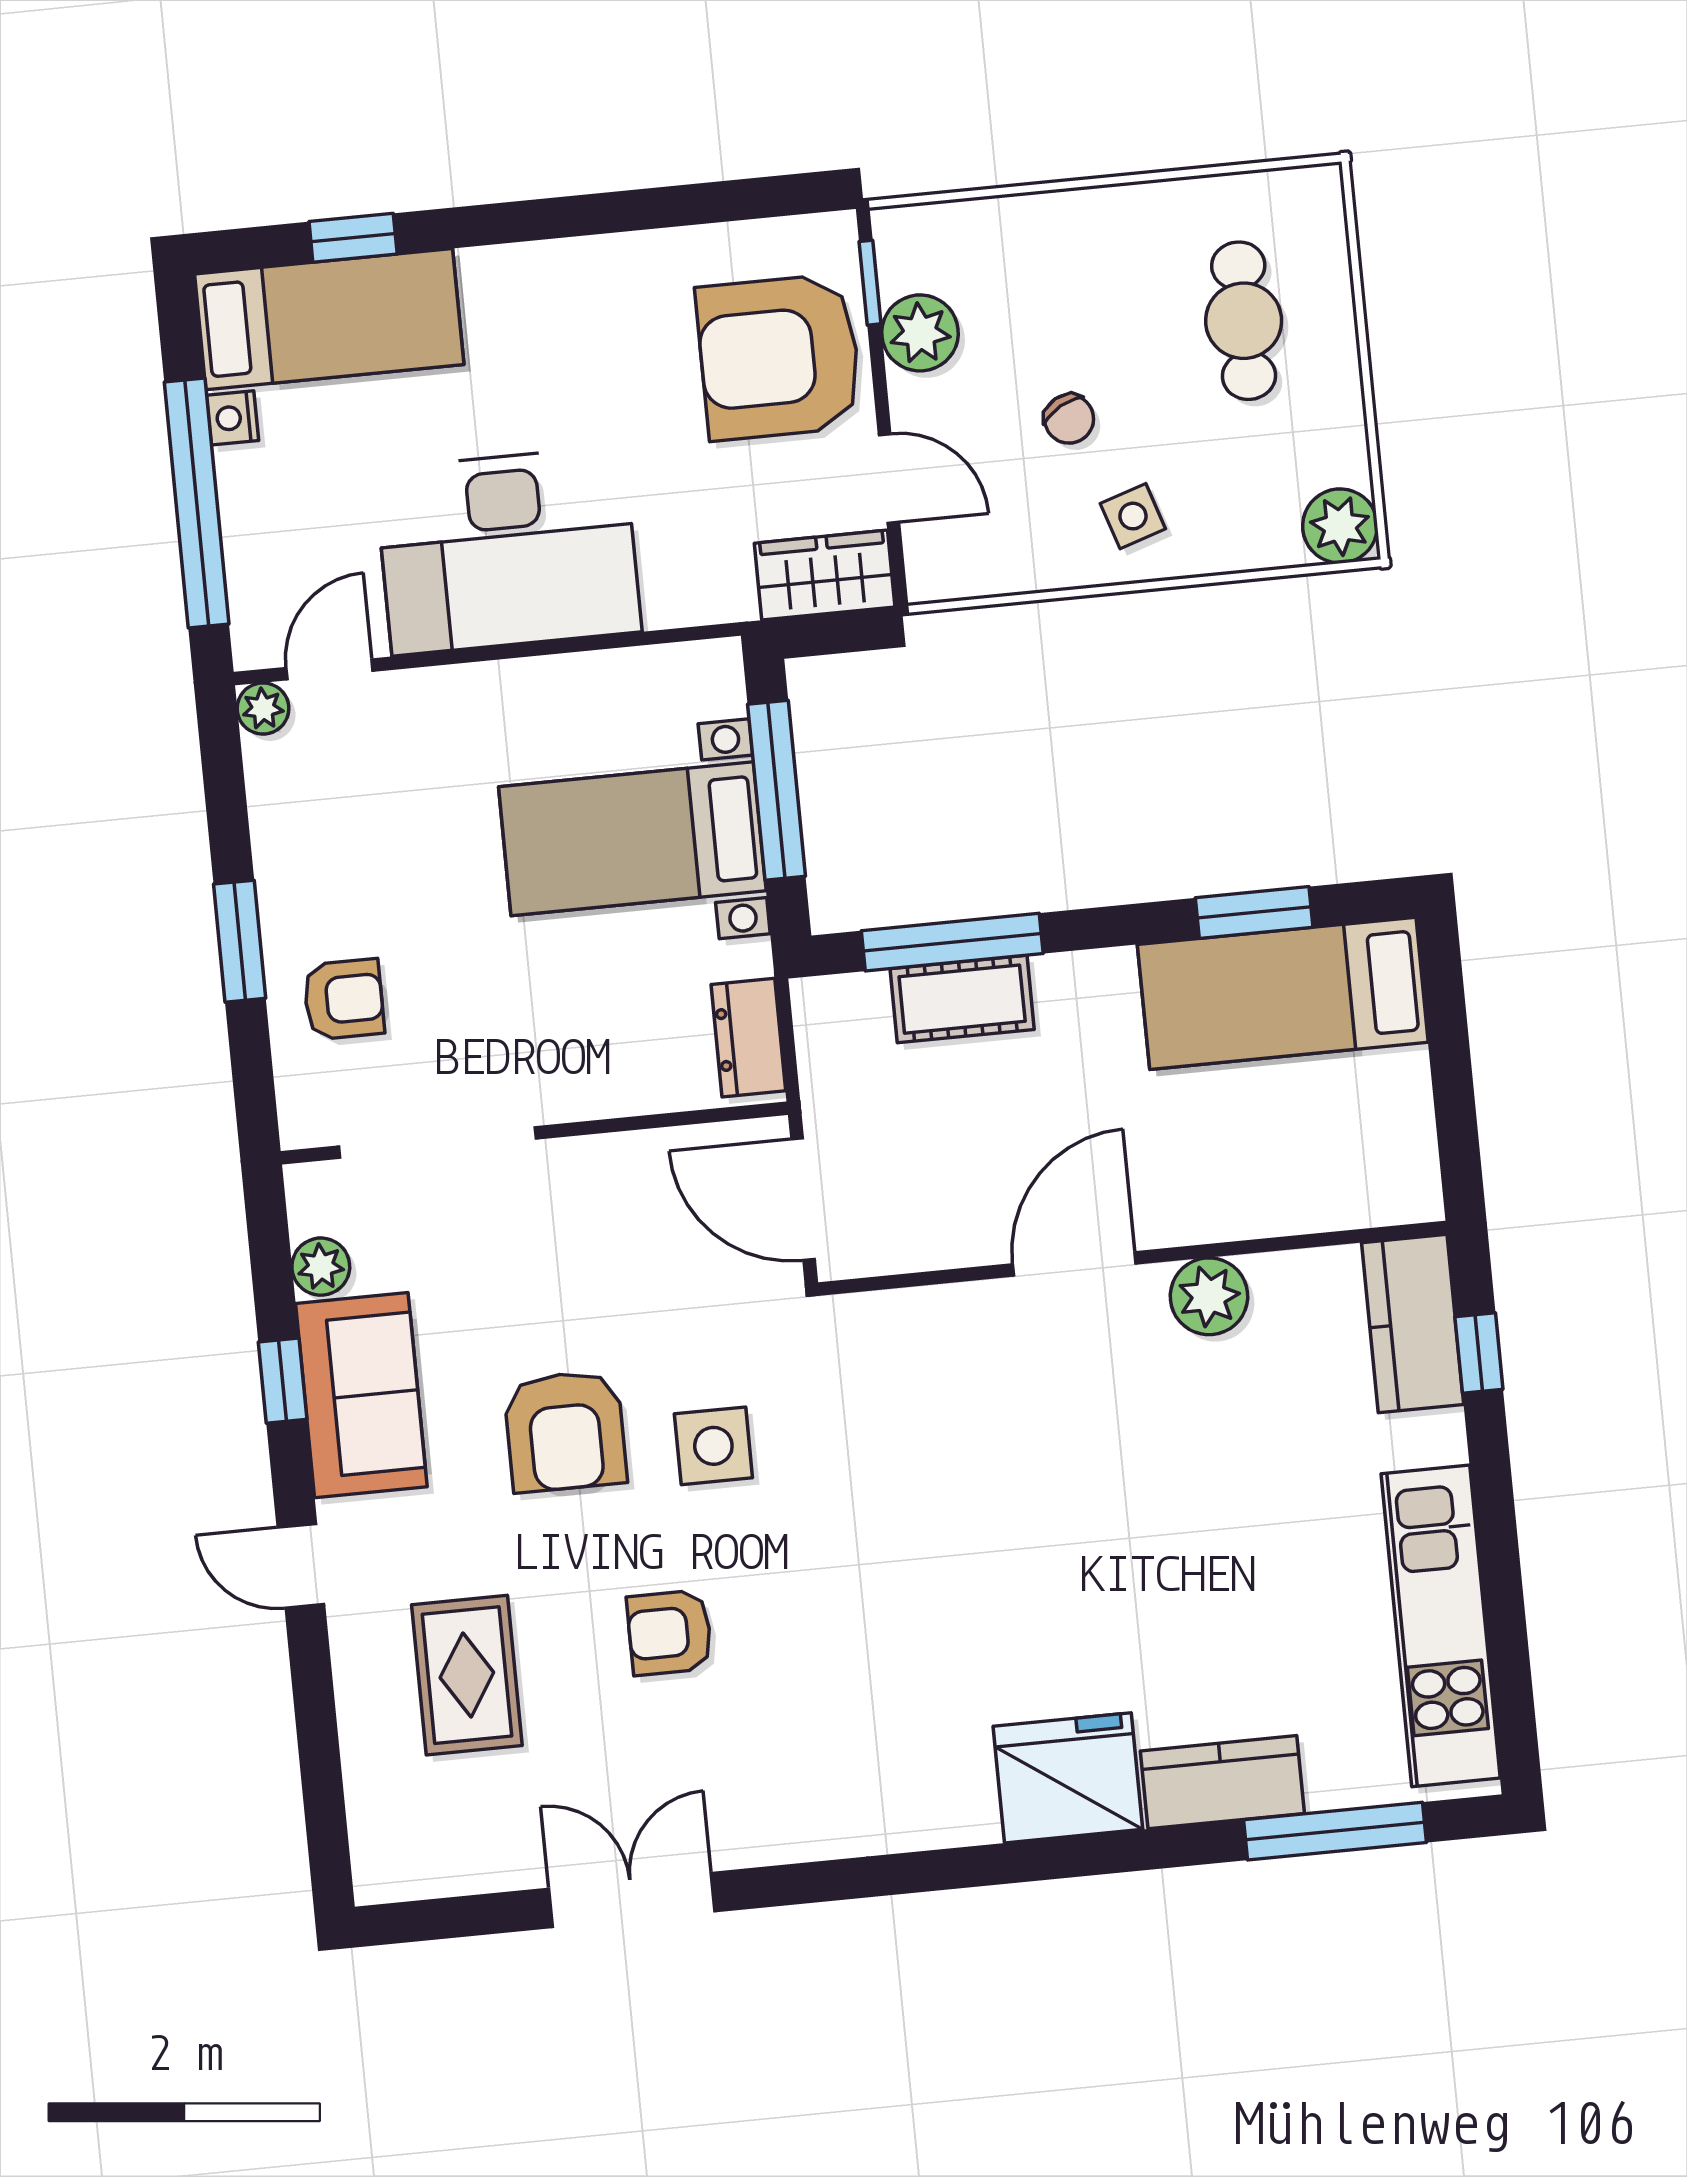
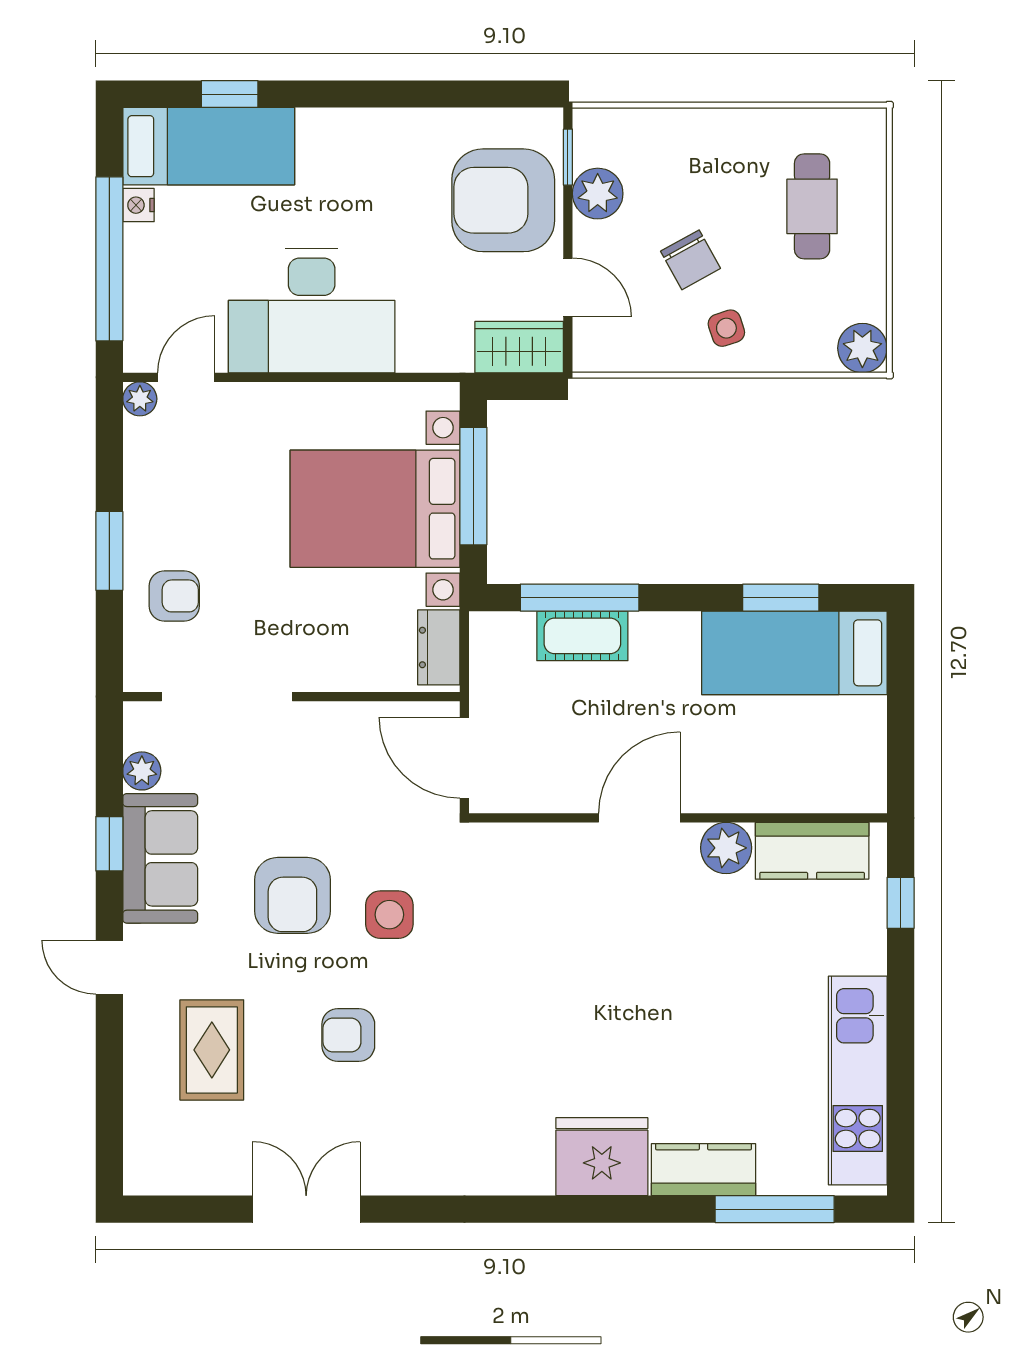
chair: (1069, 419) -> (691, 260), width x1.37, depth x1.37
bed with nightstands: (632, 839) -> (375, 509), width x1.36
kitchen counter: (1413, 1324) -> (812, 851), moved, turned -90

